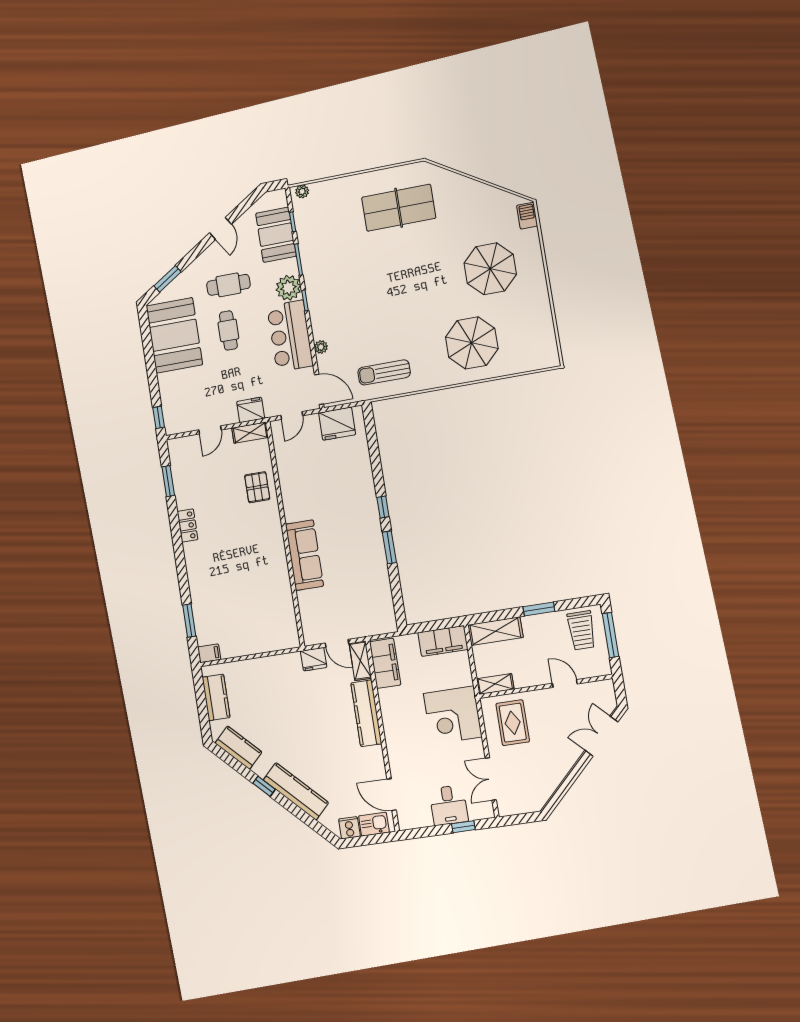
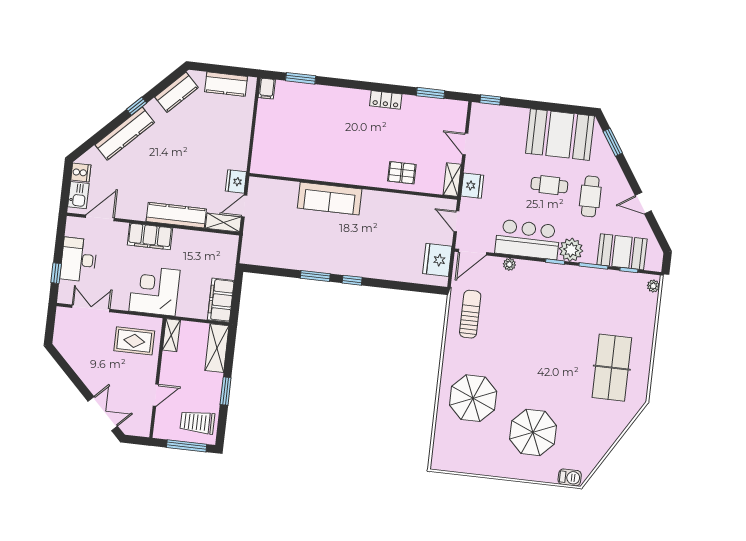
filing cabinet: (385, 663) -> (150, 236), moved
desk: (449, 805) -> (79, 260), width x1.37

